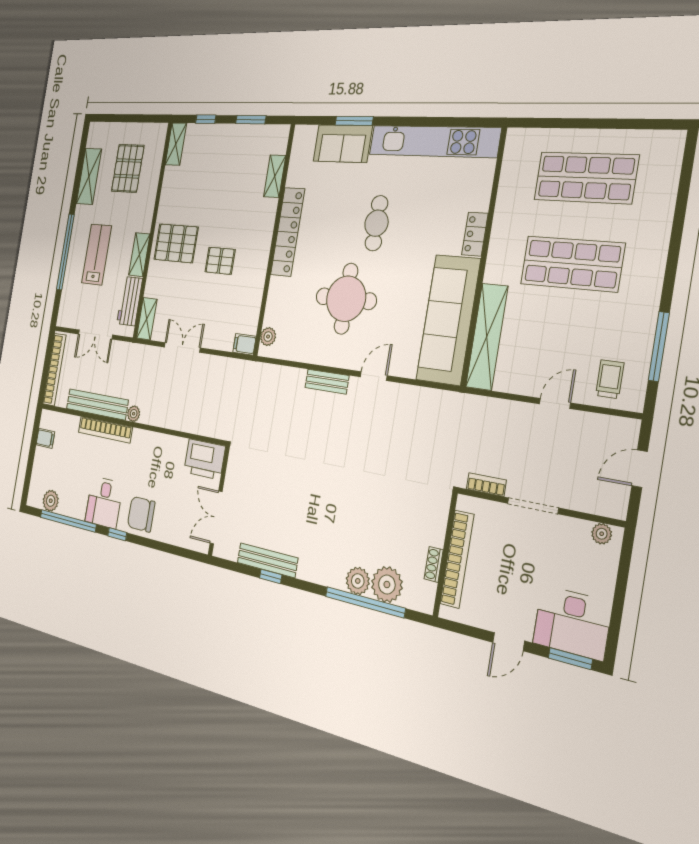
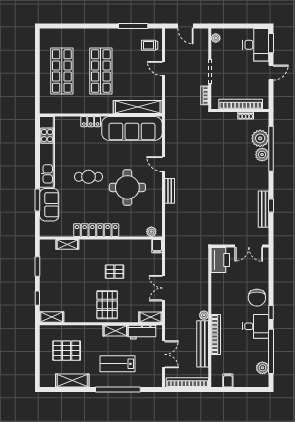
pallet: (220, 261) -> (114, 272), turned 90
door: (509, 642) -> (271, 73), hinge flipped

